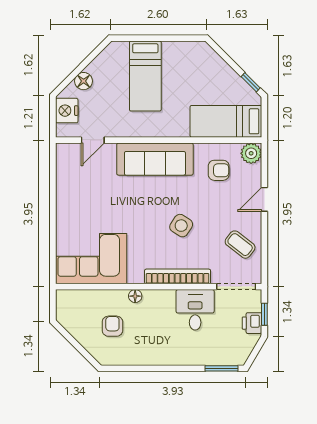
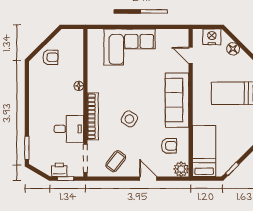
armchair: (219, 170) -> (169, 146), turned -90
corner sofa: (91, 259) -> (130, 47), moved, turned 90
armchair: (112, 326) -> (50, 57), moved

